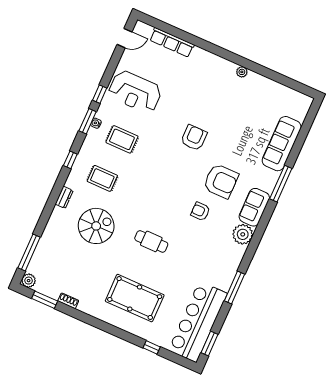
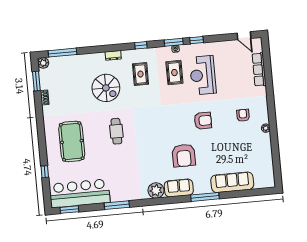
reception desk: (135, 92) -> (203, 75), moved
armchair: (200, 211) -> (243, 115), moved

